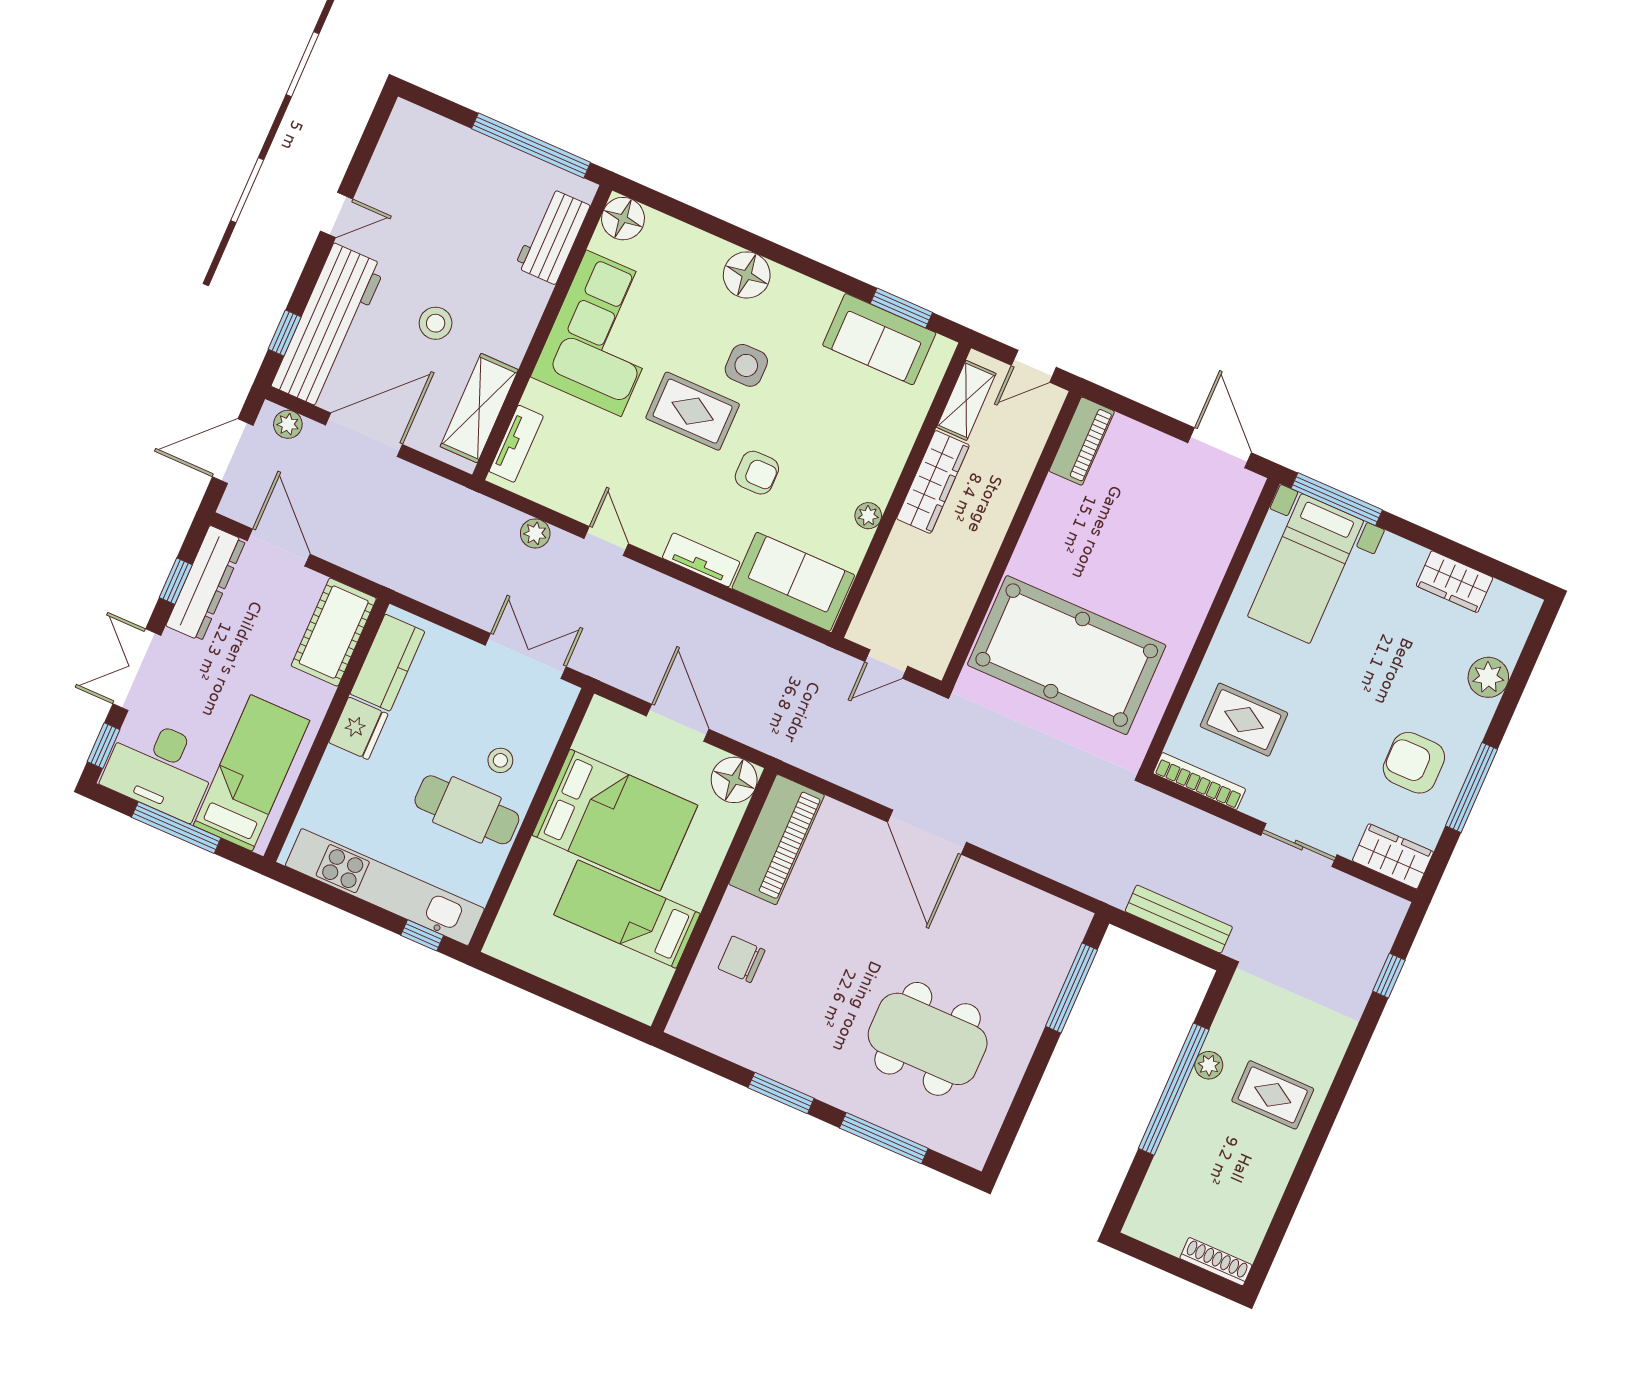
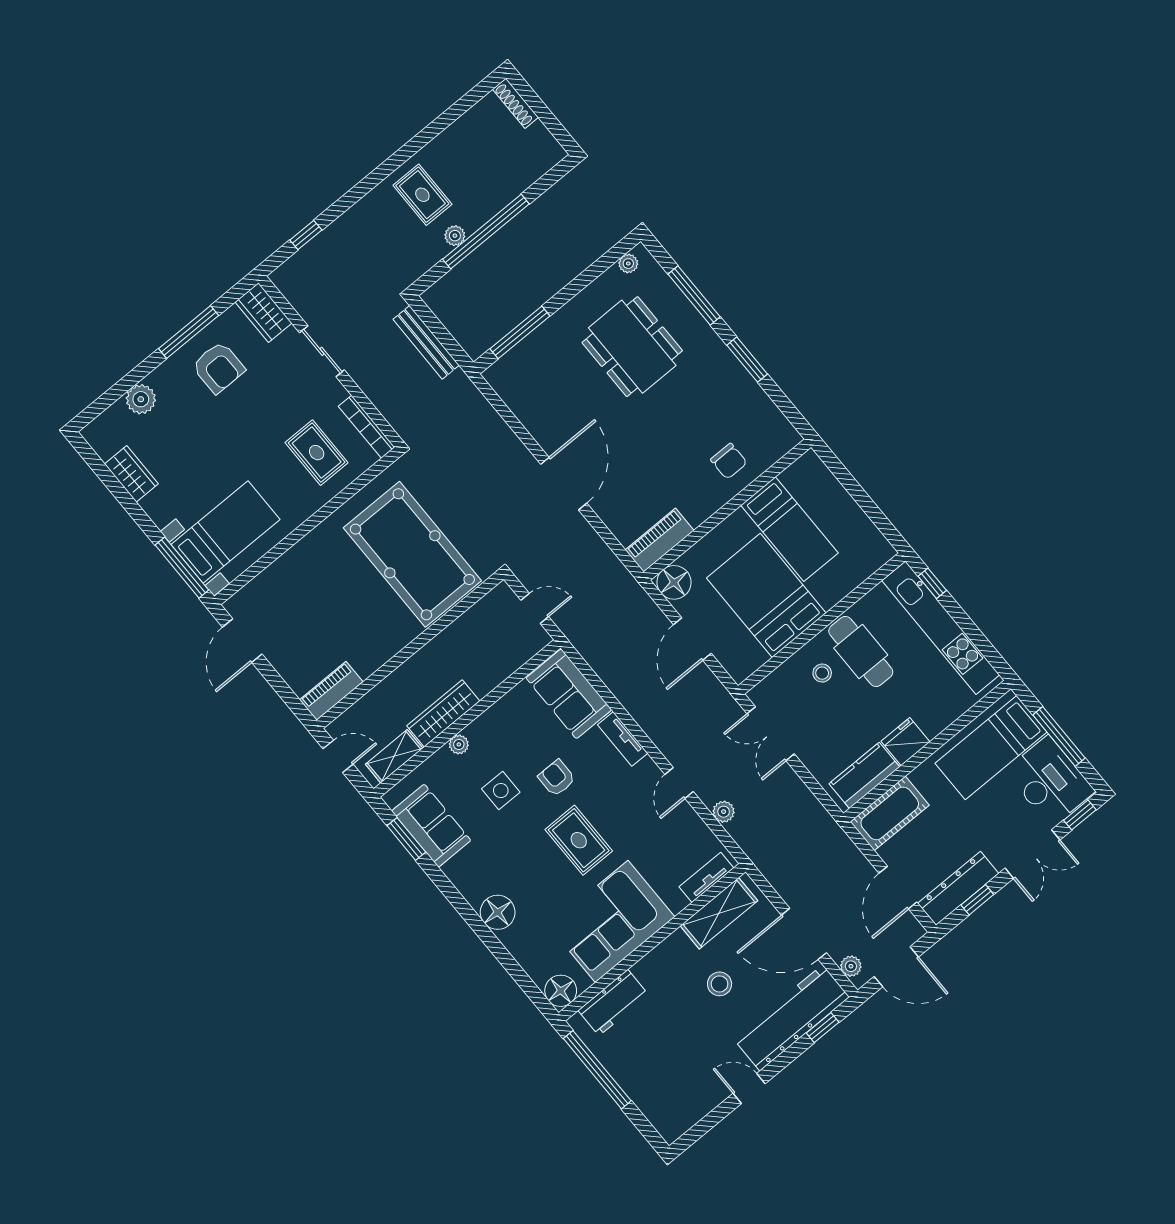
side table: (746, 365) -> (501, 791), moved
plant: (868, 516) -> (459, 744), moved
piano: (777, 840) -> (660, 540), width x0.73, depth x0.75
plant: (983, 1137) -> (628, 264), added

